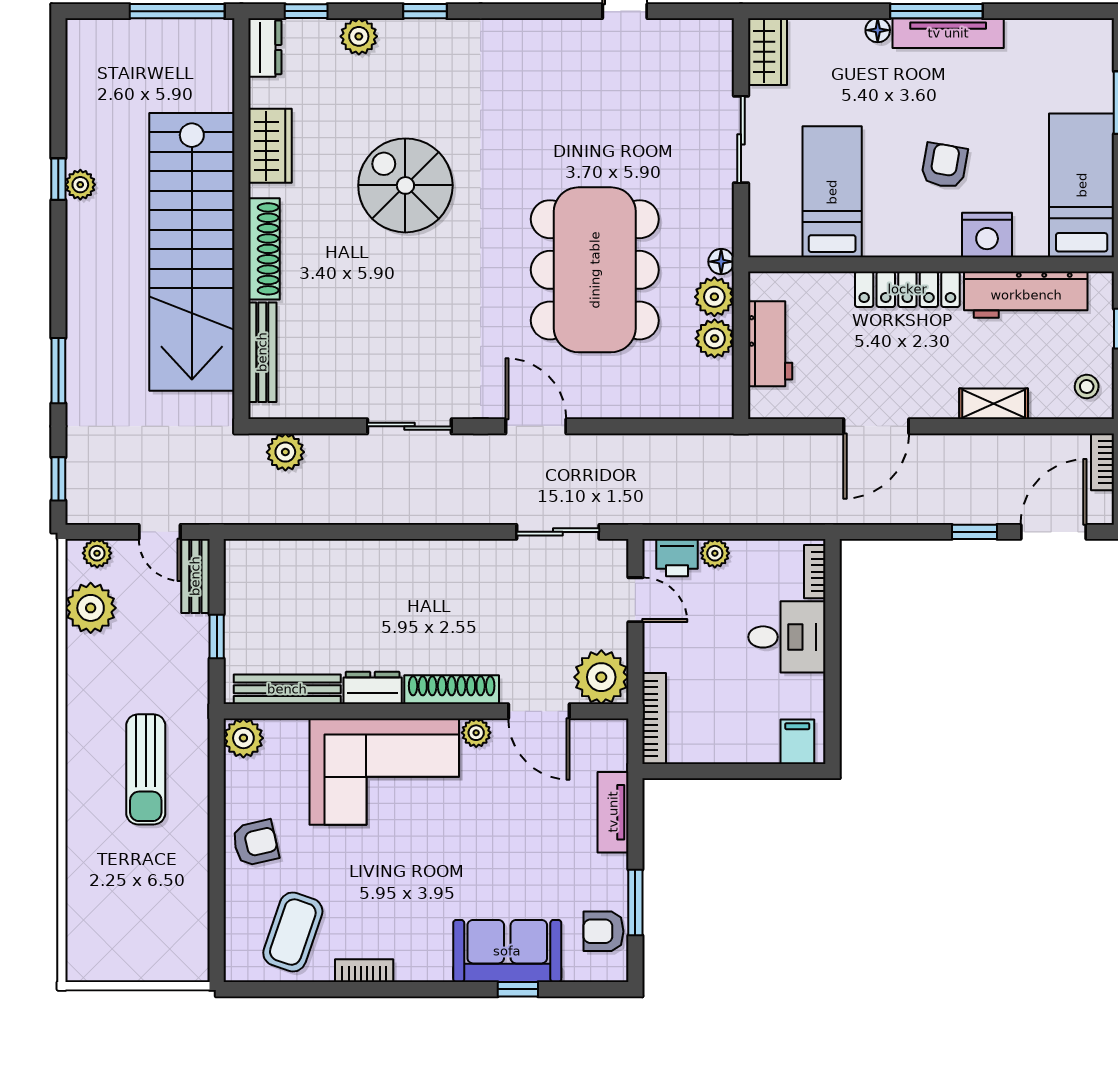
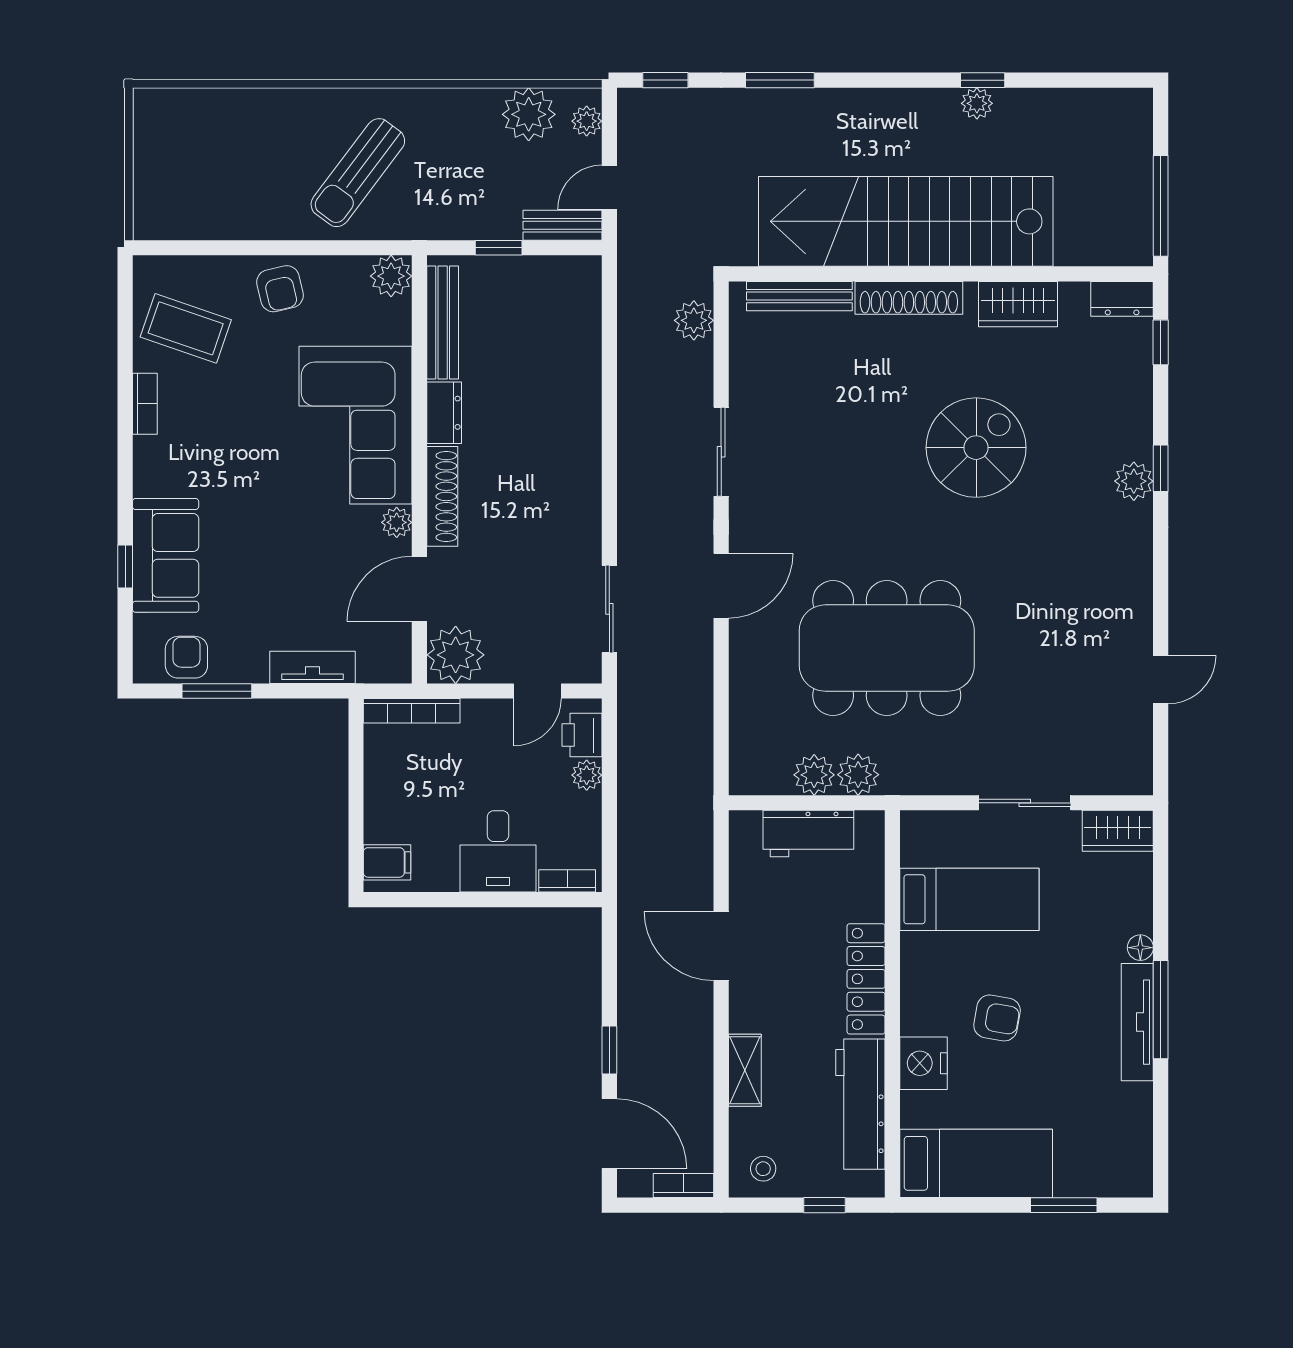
plant: (359, 36) -> (1134, 481), moved
floor lamp: (721, 262) -> (895, 782), removed
sun lounger: (146, 769) -> (358, 173), turned -53

